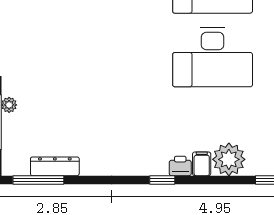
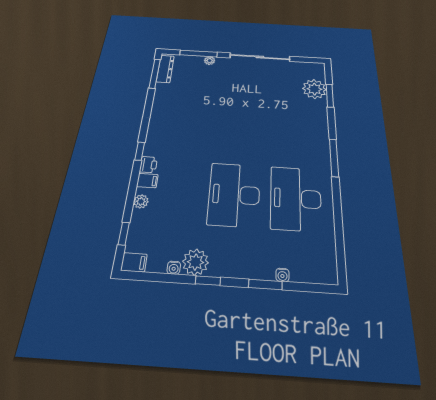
plant: (229, 159) -> (141, 201), width x0.53, depth x0.53
dresser: (55, 166) -> (165, 69), moved

